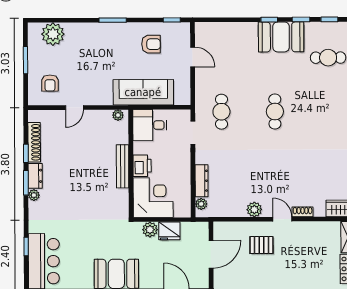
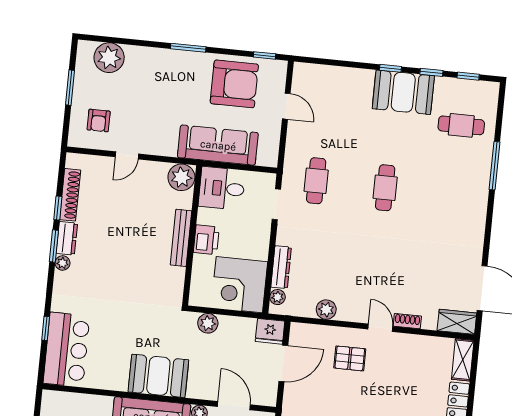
armchair: (151, 44) -> (234, 84), width x1.88, depth x1.88
plant: (118, 115) -> (181, 177), width x1.88, depth x1.88
corner desk: (153, 198) -> (239, 285), moved, turned 180
plant: (254, 210) -> (326, 310), moved
fridge: (169, 231) -> (270, 331), moved

